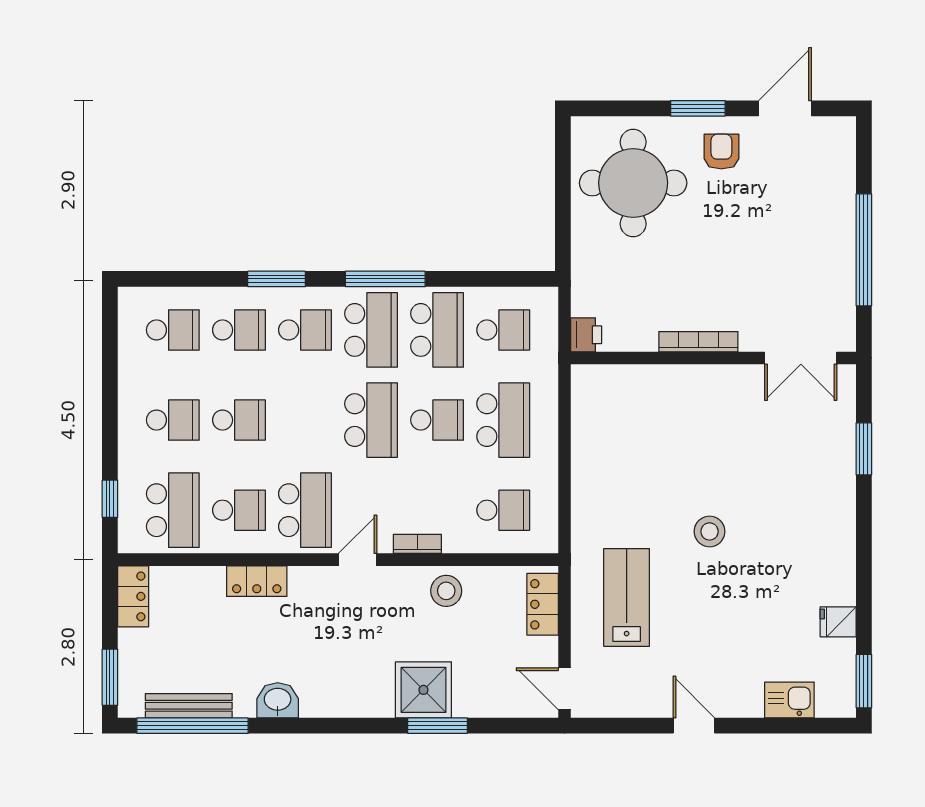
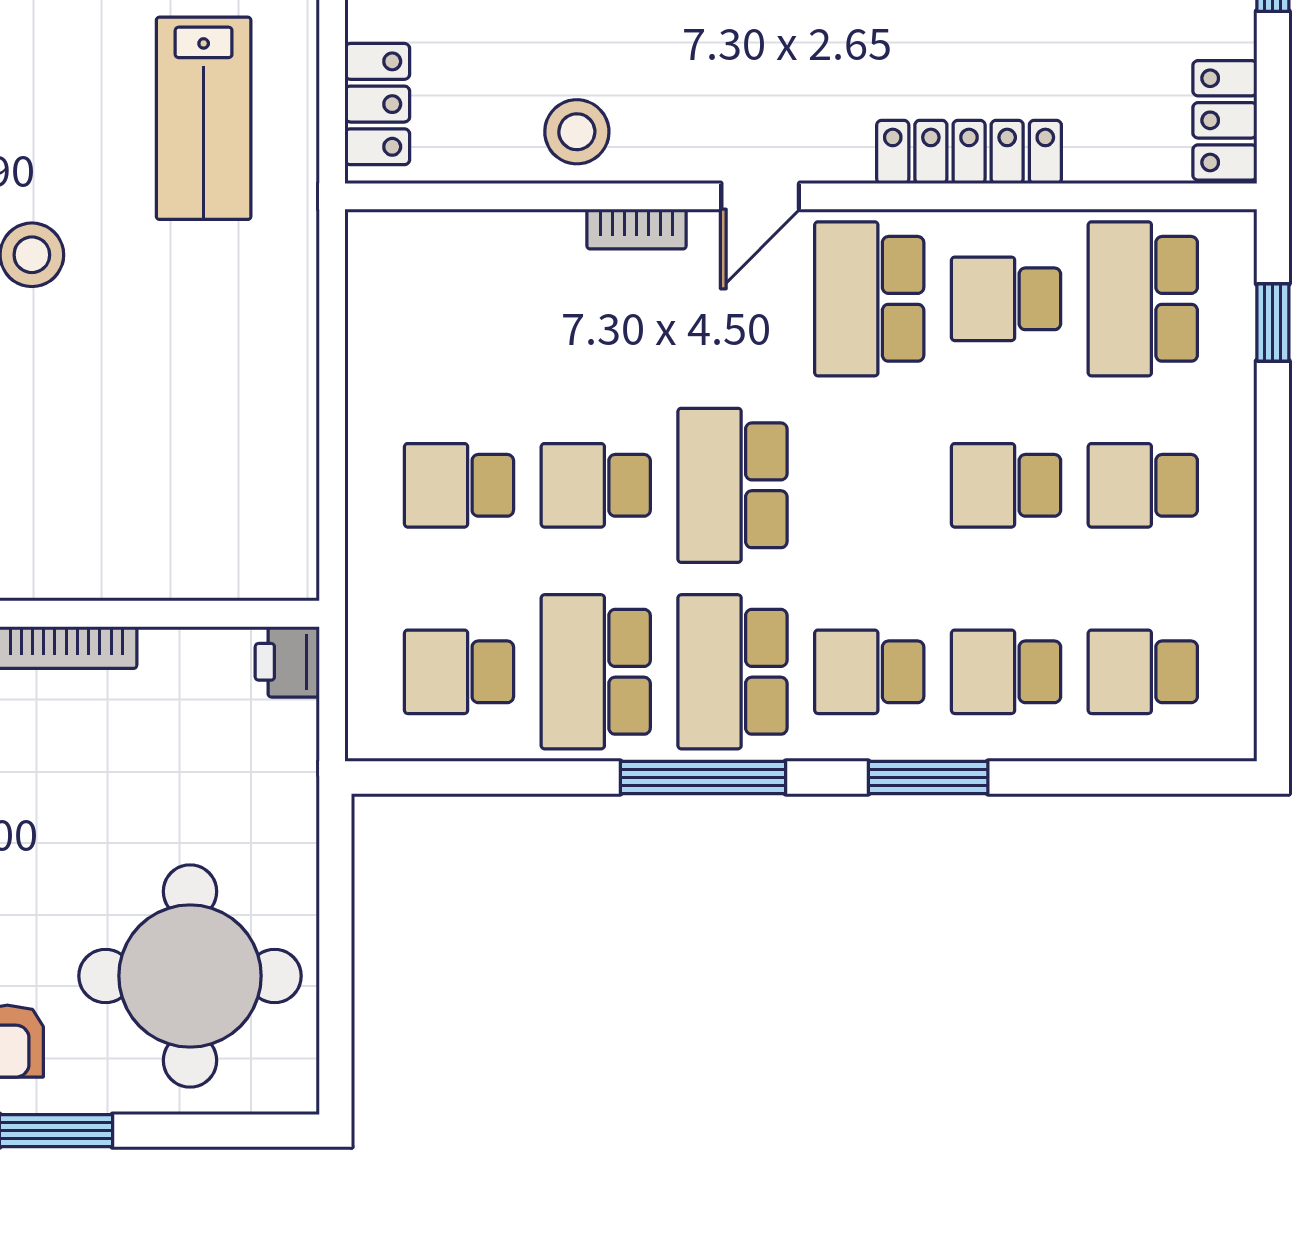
school desk: (503, 420) -> (459, 485), width x0.54
school desk: (503, 510) -> (459, 299), removed
locker: (257, 581) -> (969, 152), width x1.53

